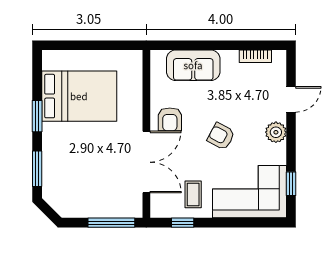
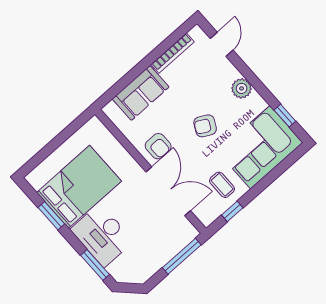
bookcase: (255, 56) -> (173, 53), width x1.56
door: (291, 99) -> (222, 44), moved
window: (37, 116) -> (51, 216), moved
desk: (63, 150) -> (102, 235), added

